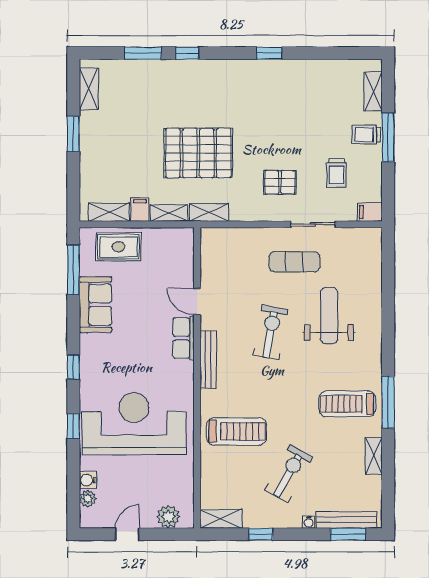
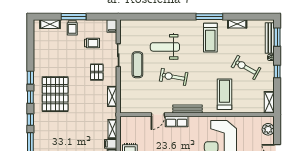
window: (231, 53) -> (30, 97), added
pallet: (198, 153) -> (55, 94), moved
shelving: (209, 213) -> (112, 96), moved
window: (261, 534) -> (277, 71), moved

